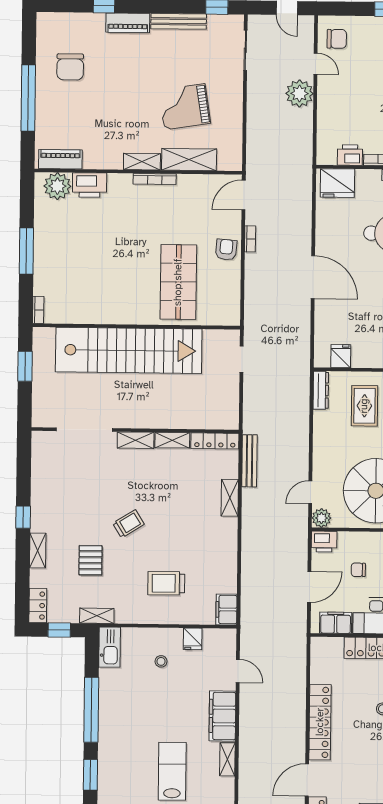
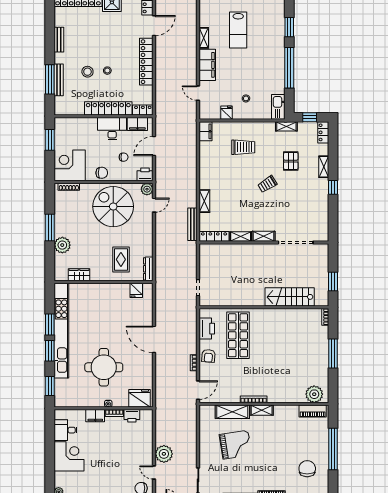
printer: (90, 185) -> (207, 329), moved, turned 90
stairs: (129, 350) -> (290, 297), width x0.54, depth x0.66
locker: (327, 645) -> (143, 110), added

